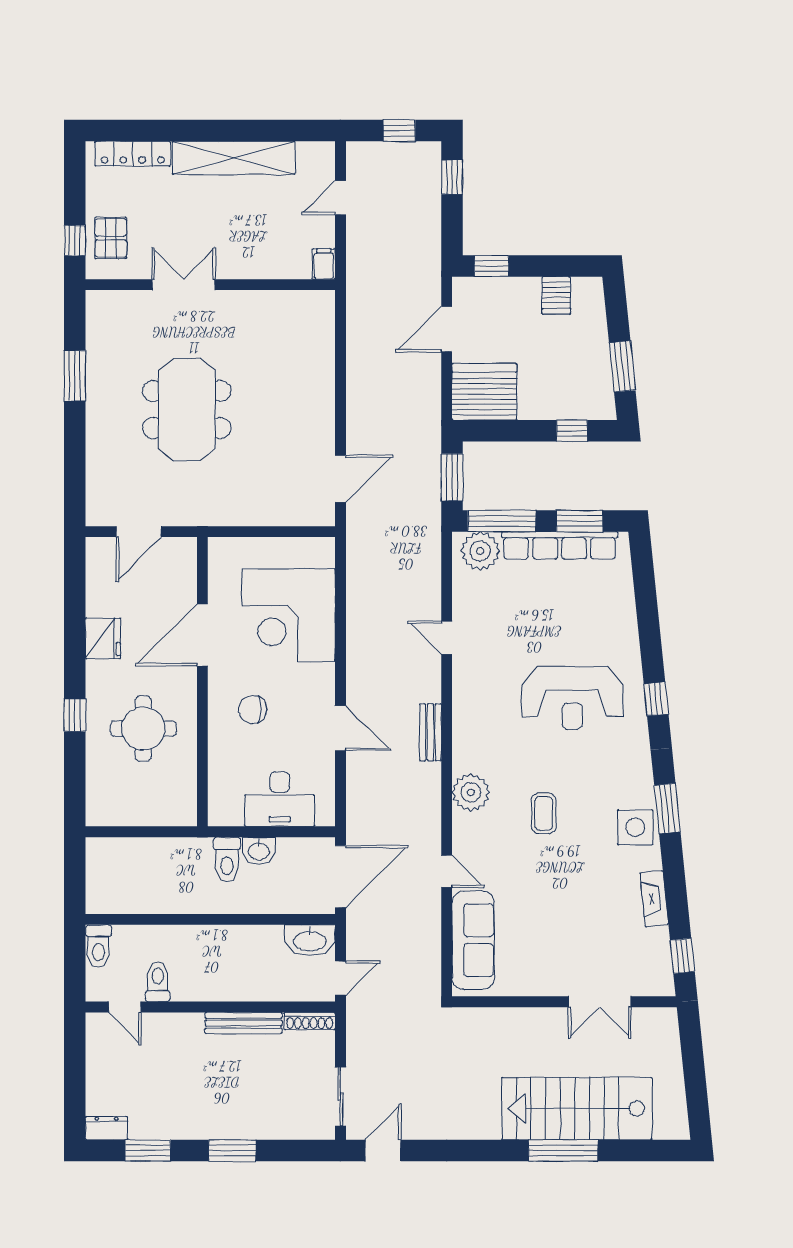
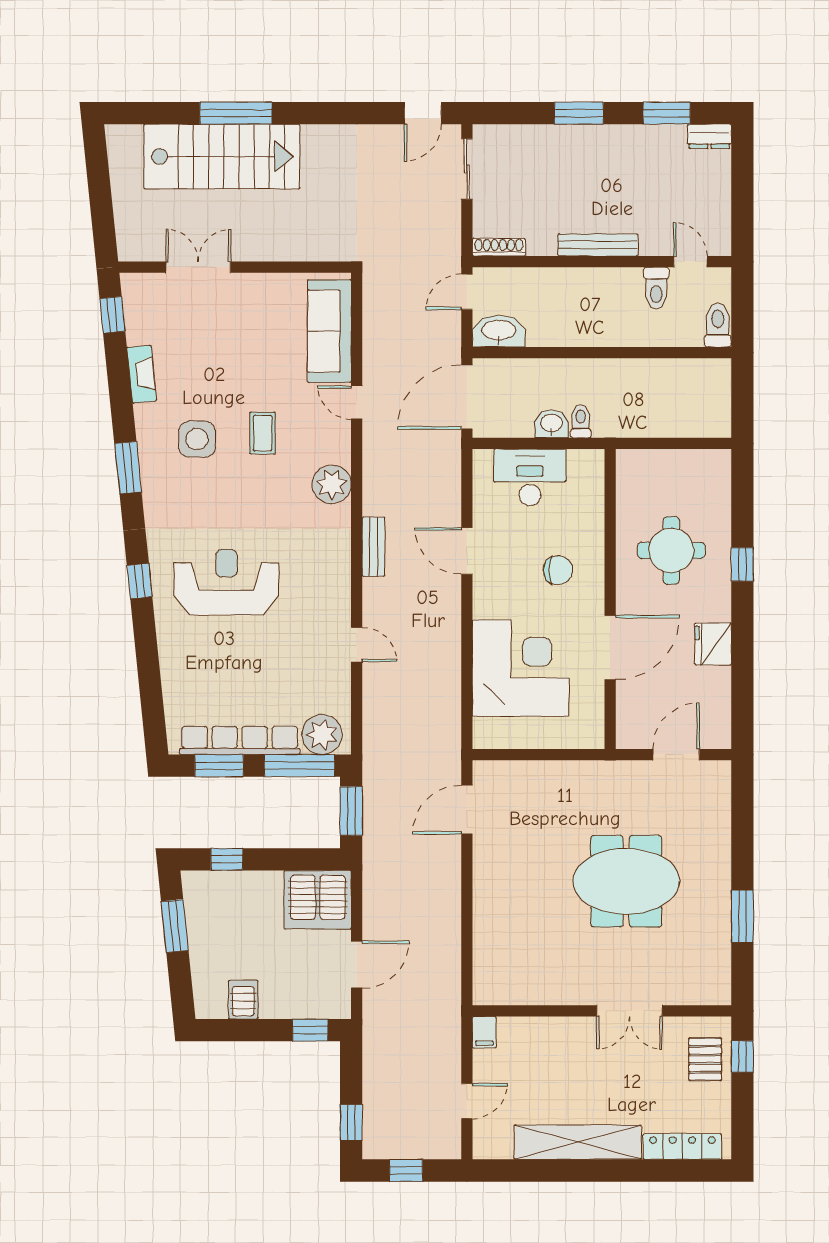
meeting table: (187, 410) -> (626, 881), turned 90
coffee table: (544, 813) -> (263, 433), moved
side table: (635, 827) -> (197, 439), moved
toilet: (227, 859) -> (581, 421), width x0.73, depth x0.72
bench: (244, 1023) -> (598, 245), moved

